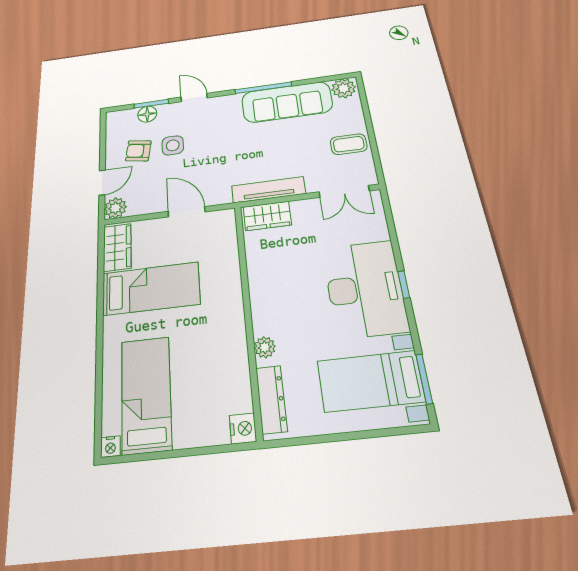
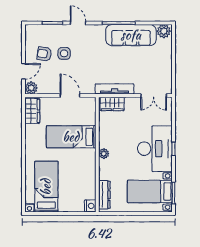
floor lamp: (147, 114) -> (50, 30), removed
coffee table: (349, 144) -> (161, 68), removed
bed: (151, 289) -> (71, 137), moved, turned 180
plant: (265, 347) -> (104, 154), moved

